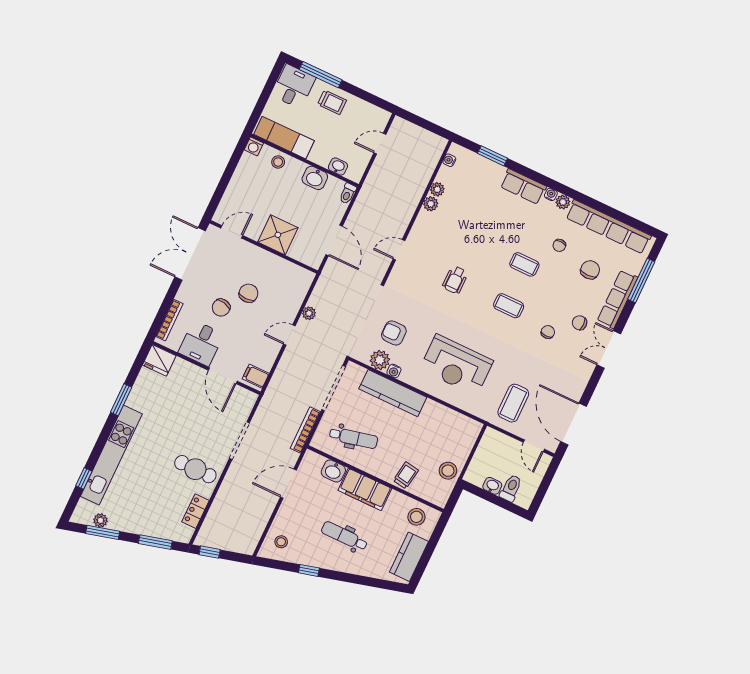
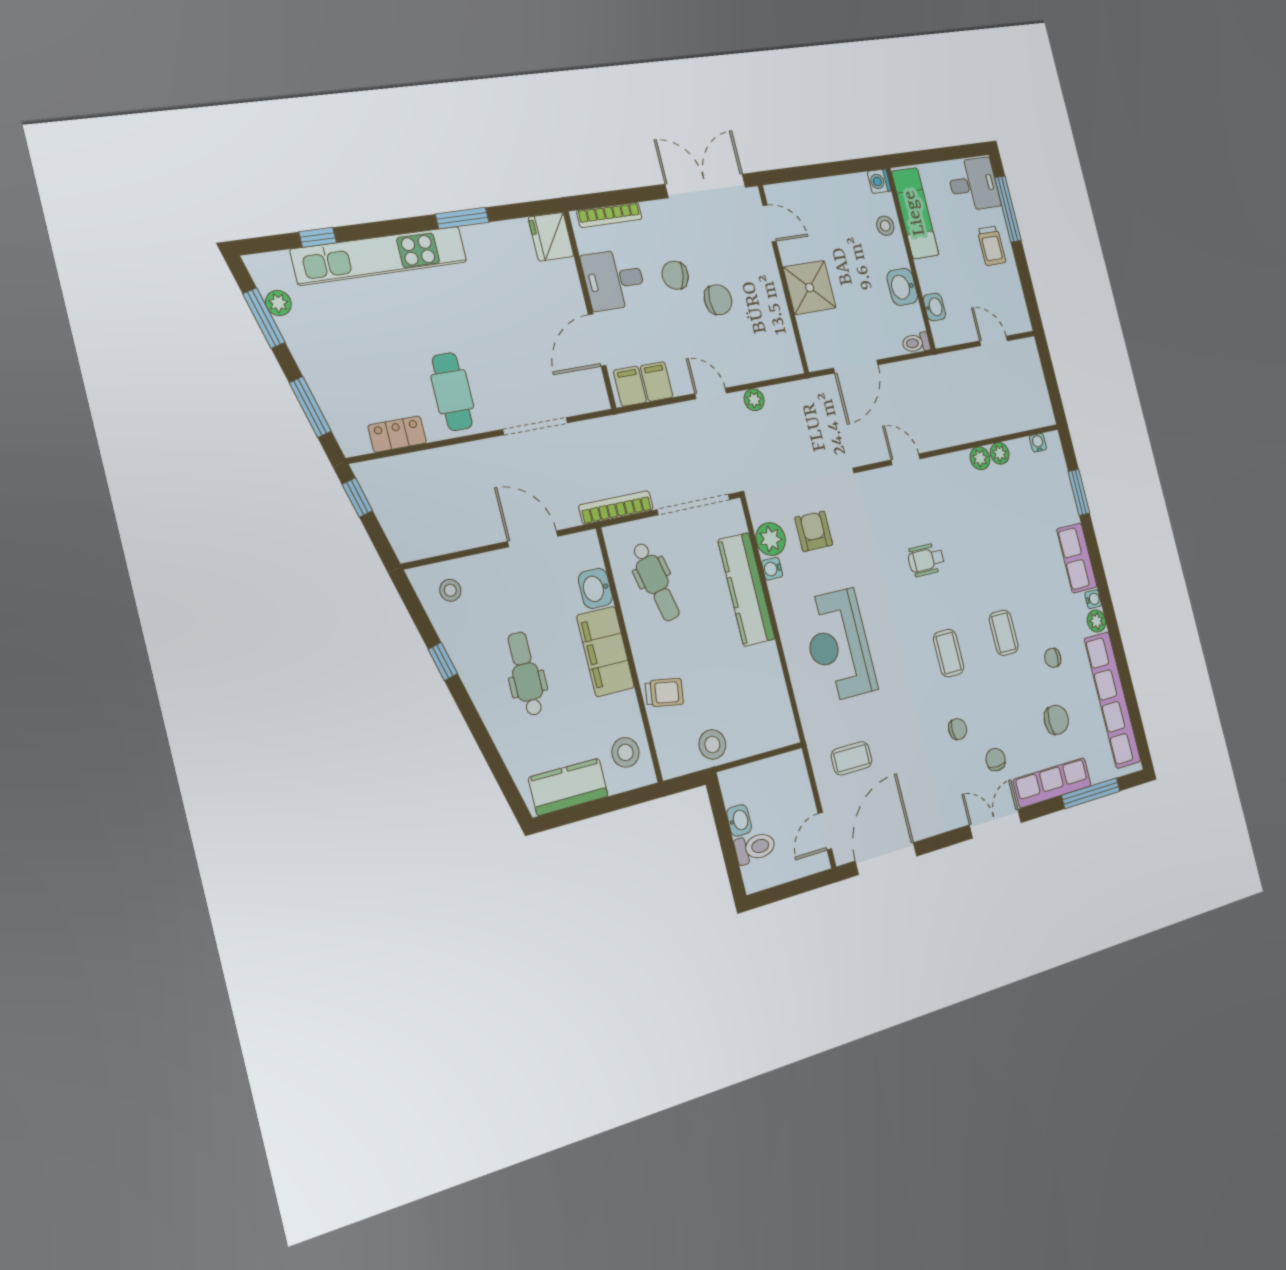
filing cabinet: (263, 360) -> (657, 382), added
coffee table: (513, 403) -> (852, 758), width x0.73, depth x0.77

